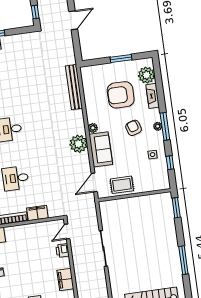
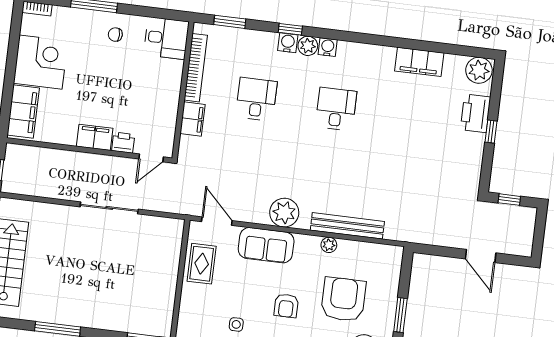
bench: (74, 87) -> (347, 226), moved
plant: (93, 128) -> (329, 245), moved
armchair: (134, 128) -> (286, 306), turned 107
door: (67, 232) -> (151, 158), swing flipped
filing cabinet: (65, 280) -> (95, 137), moved

